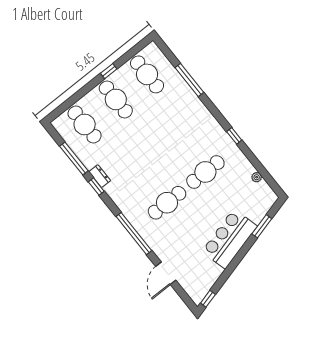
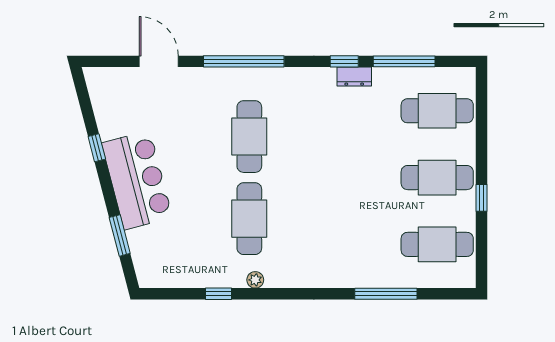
window: (234, 136) -> (219, 294), moved
plant: (257, 177) -> (255, 280), moved
window: (208, 299) -> (97, 148), moved

